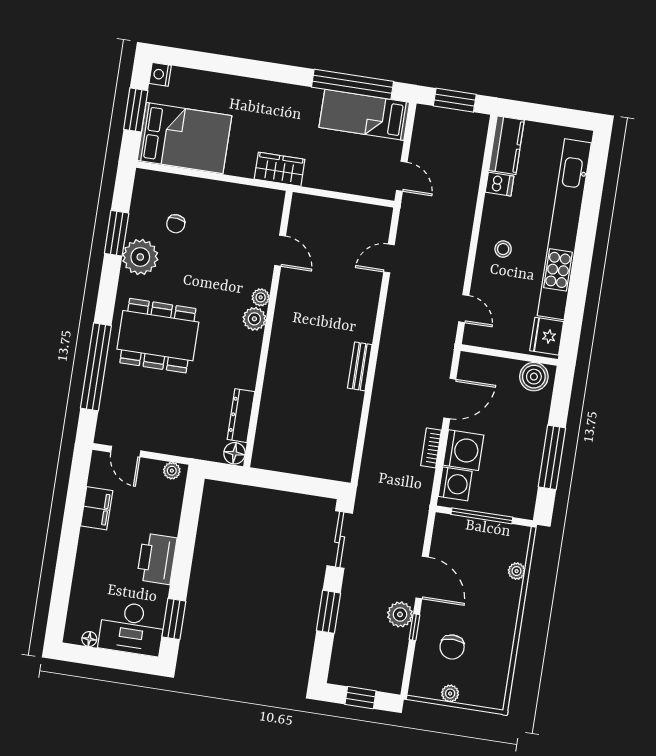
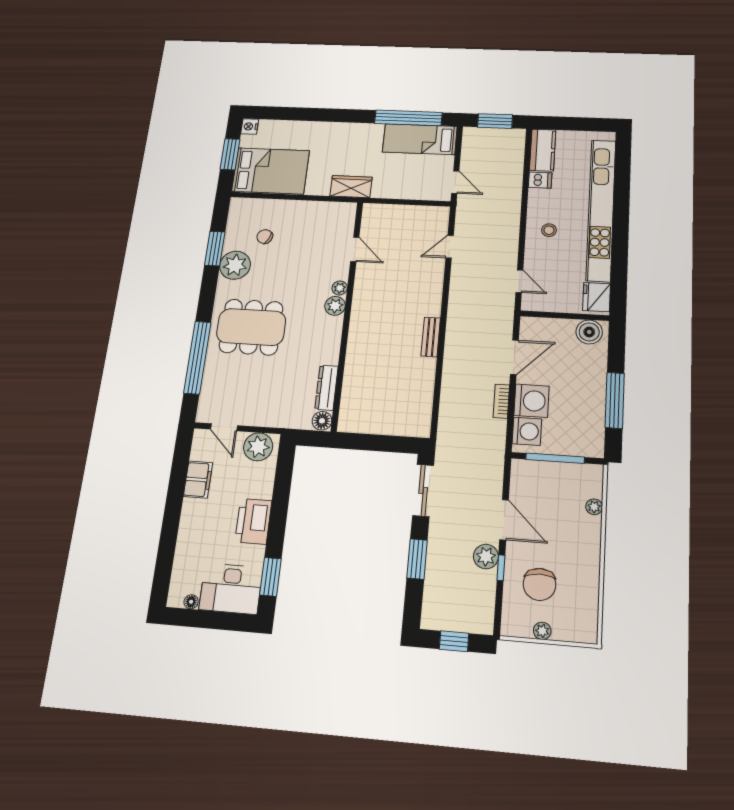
chair: (176, 224) -> (265, 237), turned 109
plant: (172, 471) -> (258, 447), width x1.88, depth x1.88
chair: (452, 647) -> (540, 584), width x1.37, depth x1.37

